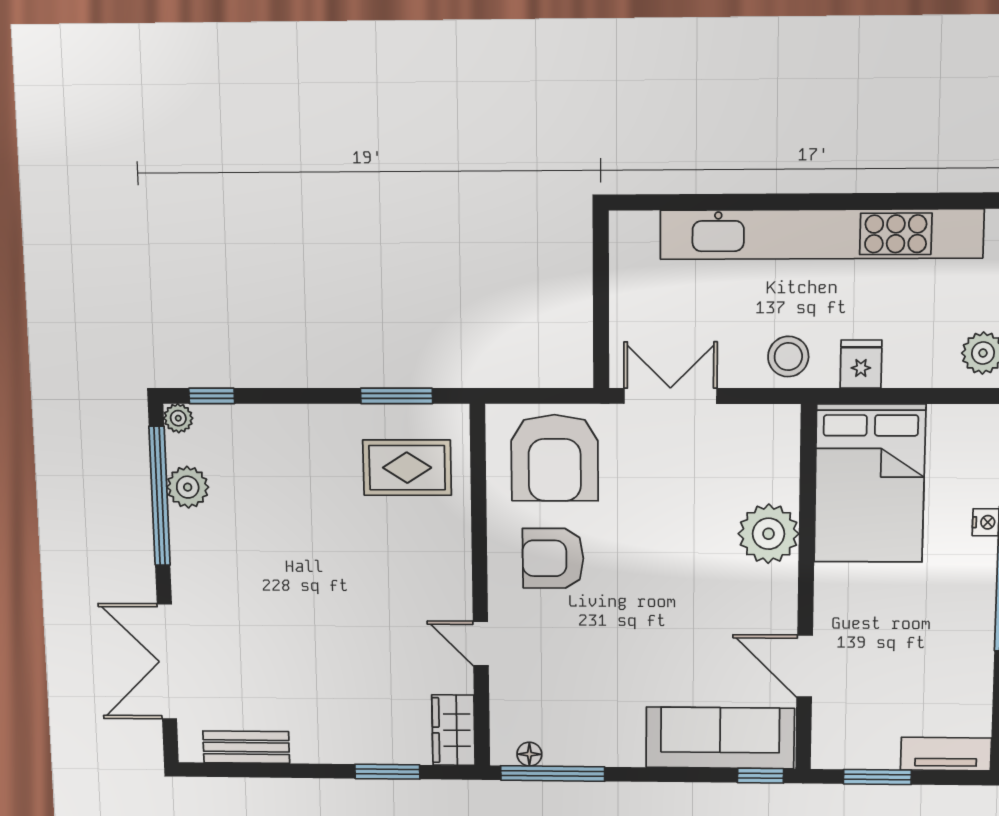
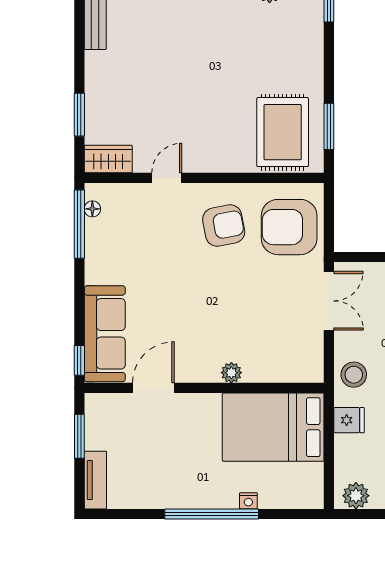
rug: (407, 468) -> (283, 132), width x1.36, depth x1.43
plant: (769, 534) -> (231, 373), width x0.53, depth x0.53
armchair: (553, 558) -> (224, 226), turned 79

